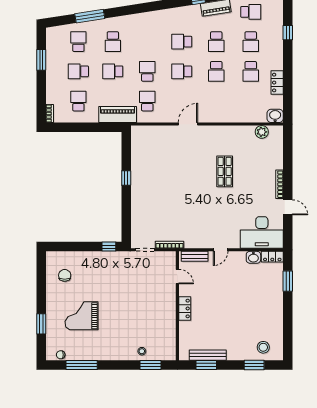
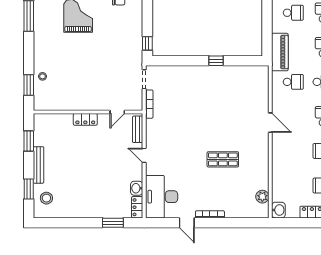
door: (288, 207) -> (187, 223), hinge flipped
bench: (208, 355) -> (39, 165), moved

